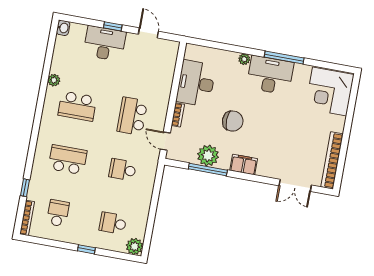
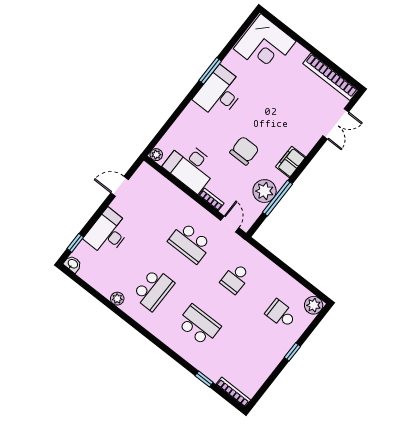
window: (113, 26) -> (75, 243), moved
window: (284, 58) -> (210, 71), width x0.69
plant: (244, 59) -> (156, 155), moved
door: (165, 141) -> (230, 224), swing flipped
school desk: (68, 160) -> (199, 325), turned 90
school desk: (58, 213) -> (244, 361), removed
school desk: (113, 223) -> (281, 314), turned 90

